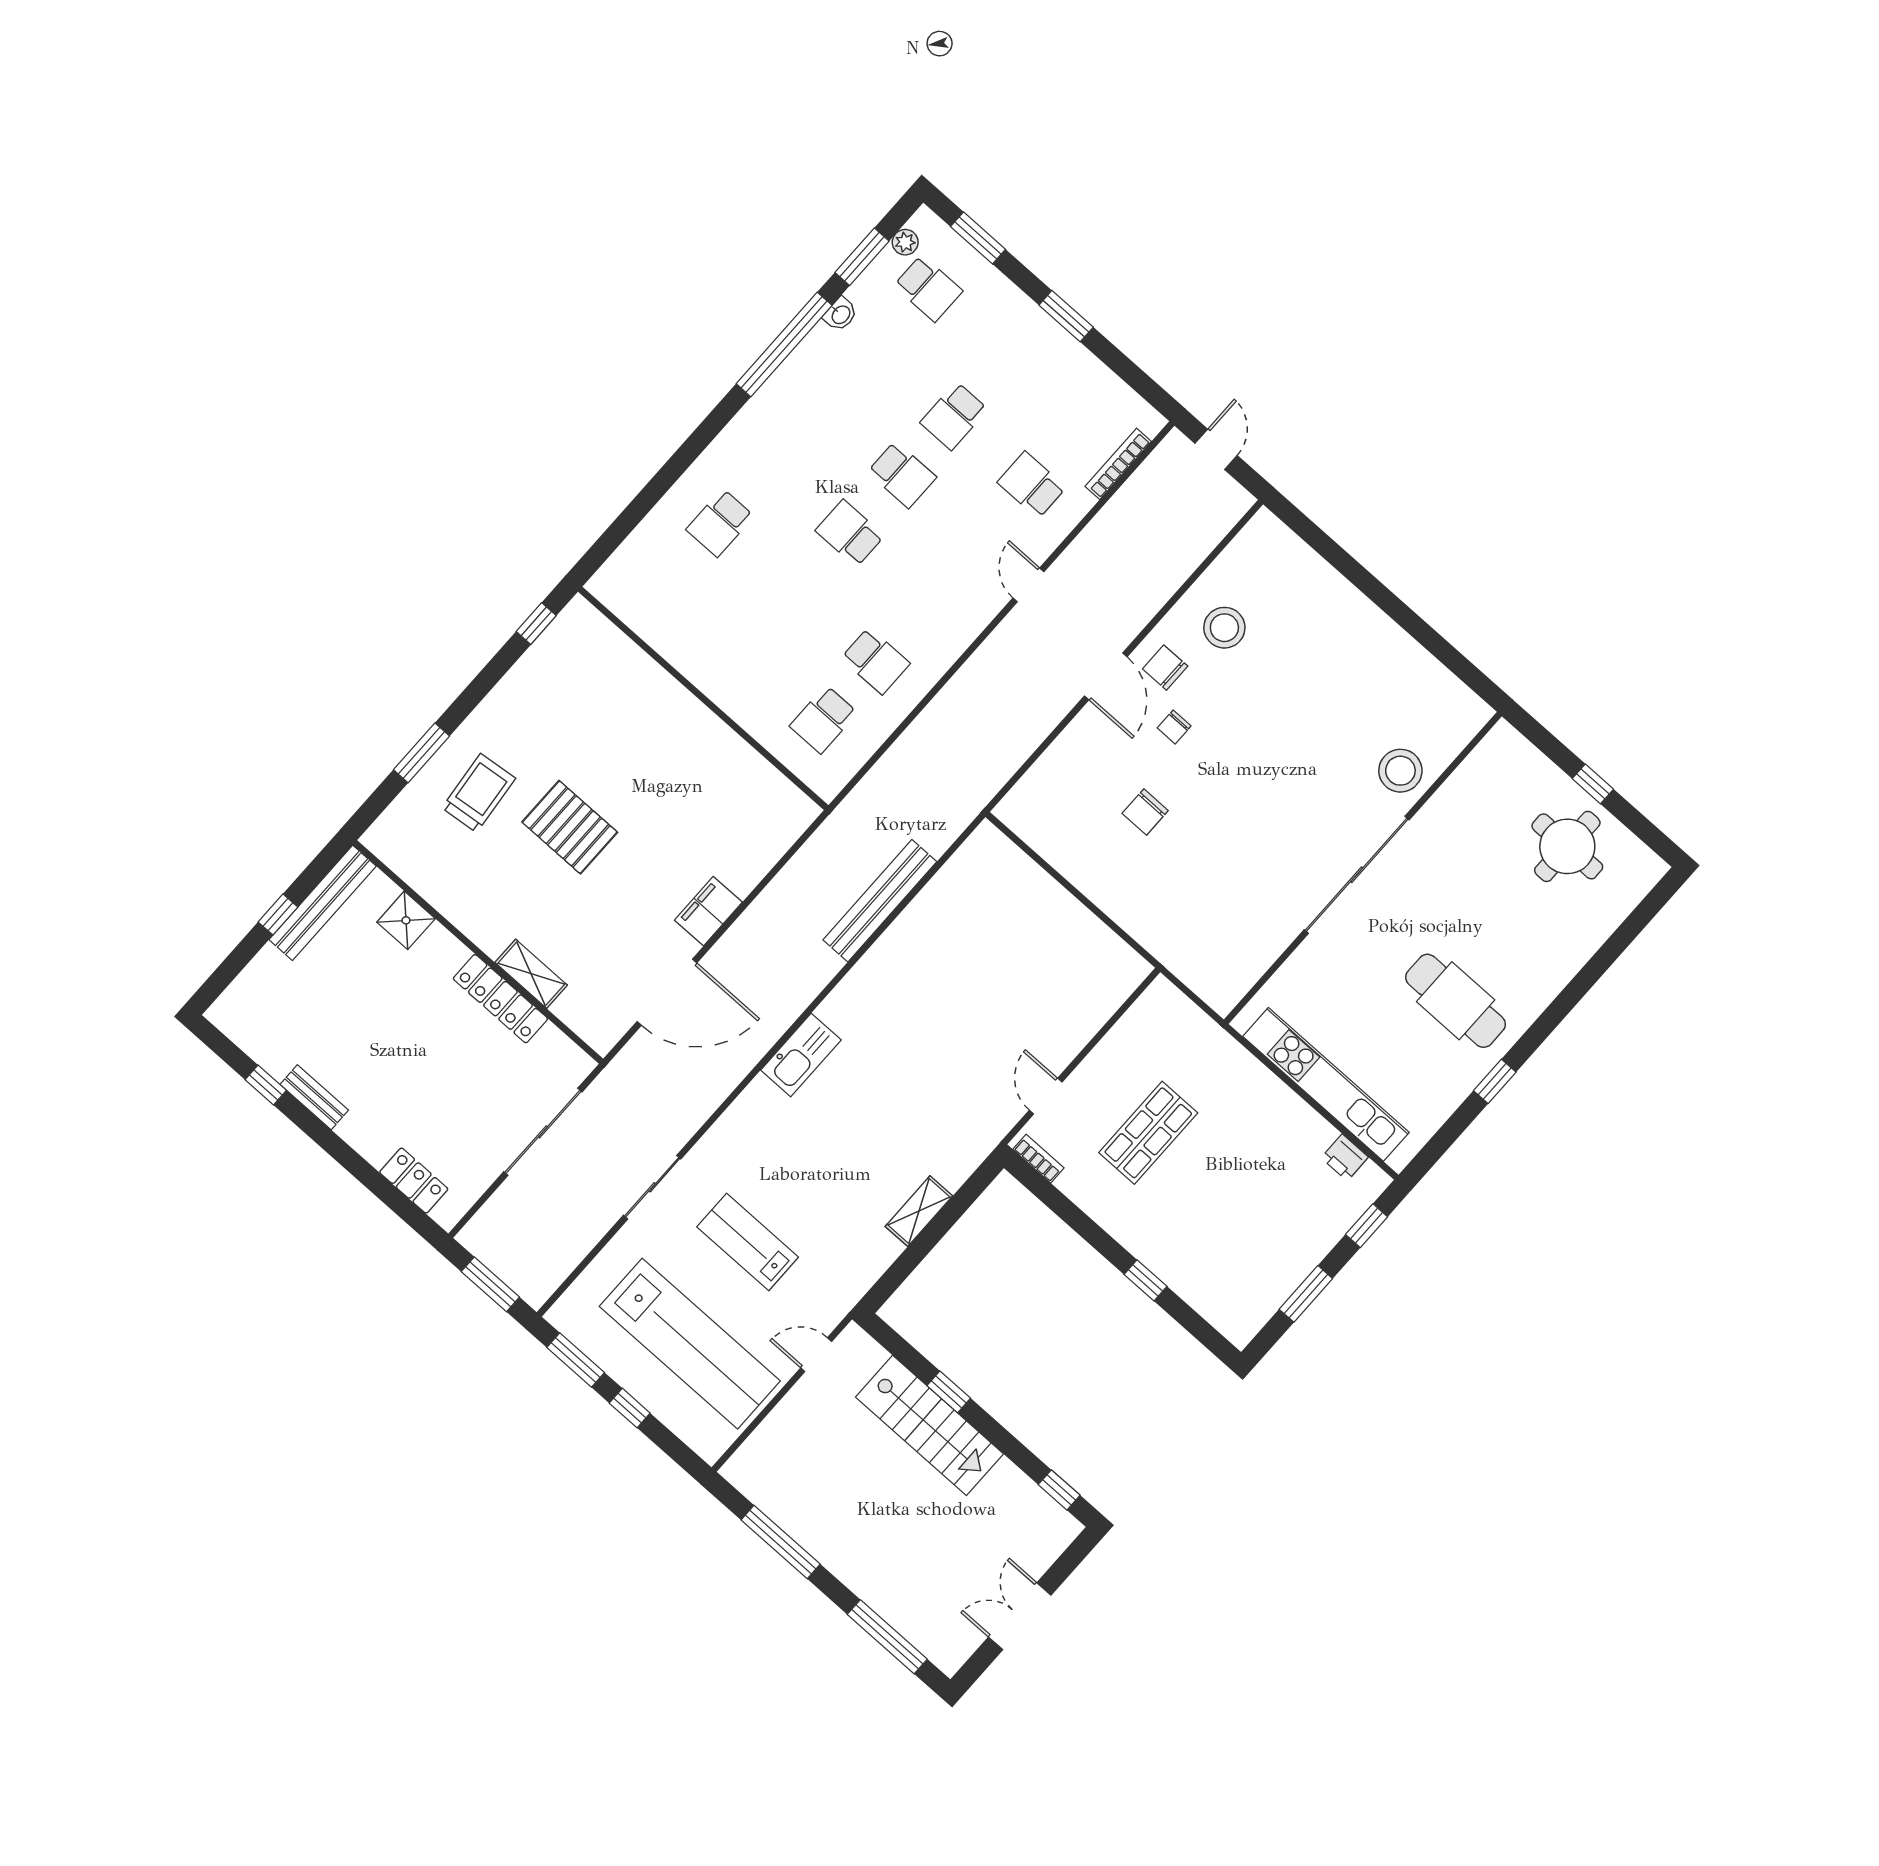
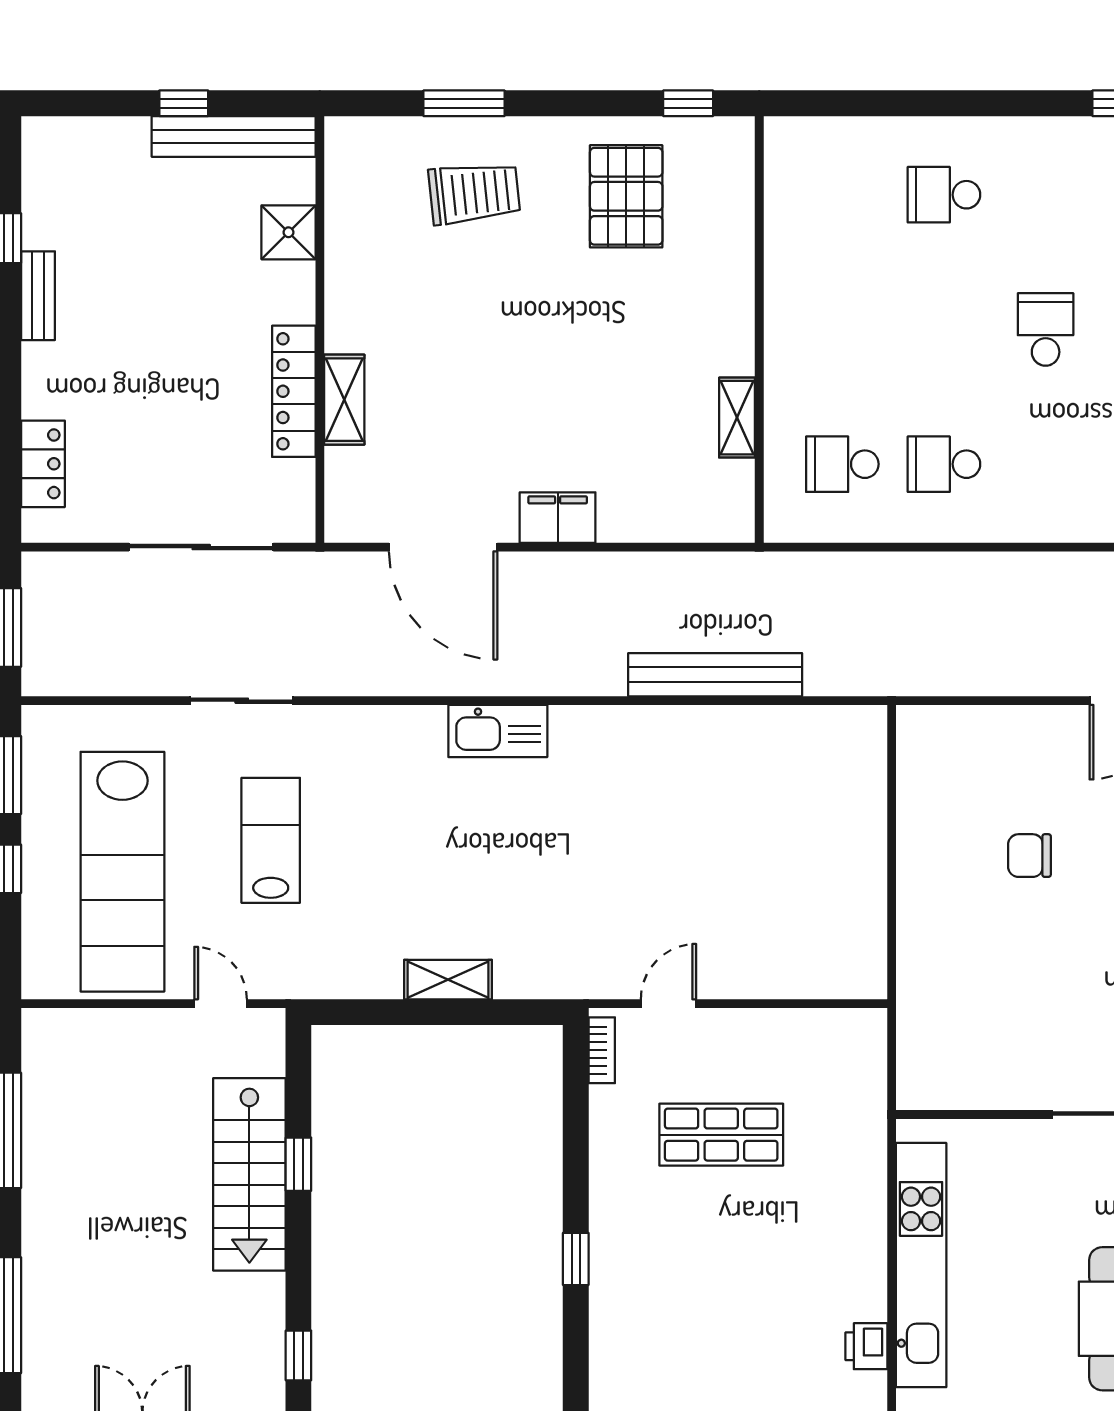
school desk: (876, 661) -> (944, 464), turned 90
shelving: (743, 756) -> (737, 418), added
pallet: (570, 827) -> (626, 196), moved

